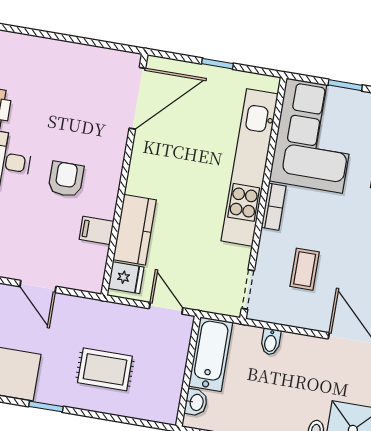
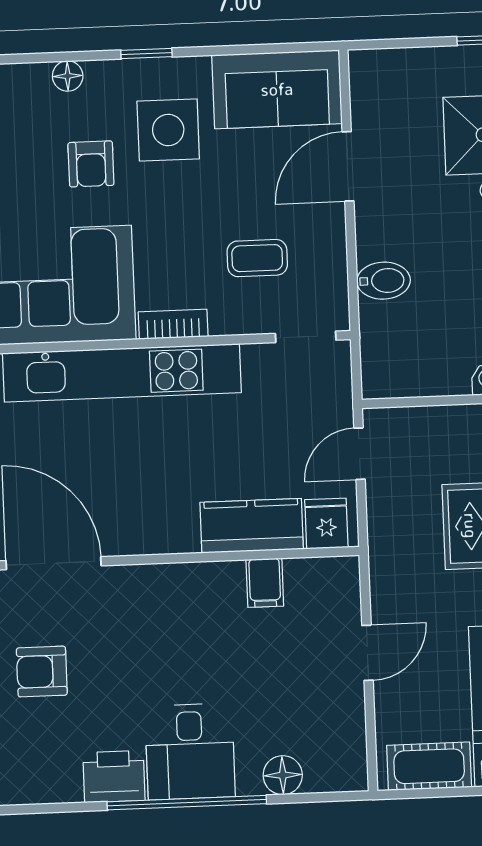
armchair: (66, 179) -> (42, 672), moved
bidet: (271, 342) -> (384, 281), width x1.38, depth x1.36
bathtub: (211, 354) -> (414, 372), removed

